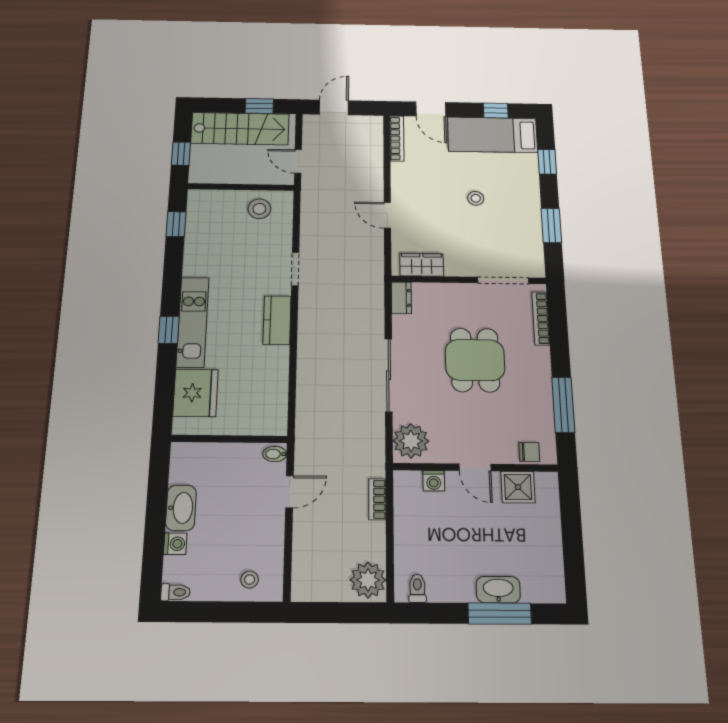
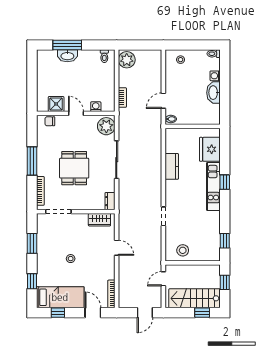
window: (259, 106) -> (202, 313), moved
door: (298, 162) -> (163, 279), swing flipped
kitchen counter: (277, 320) -> (172, 166), moved
window: (563, 405) -> (32, 161), moved

